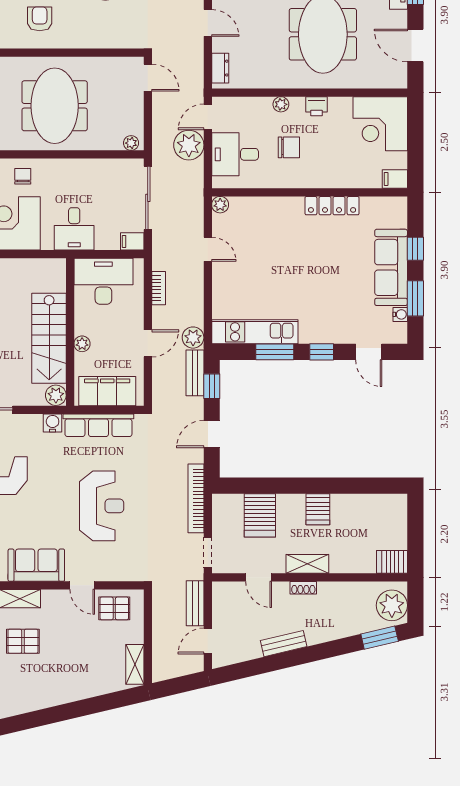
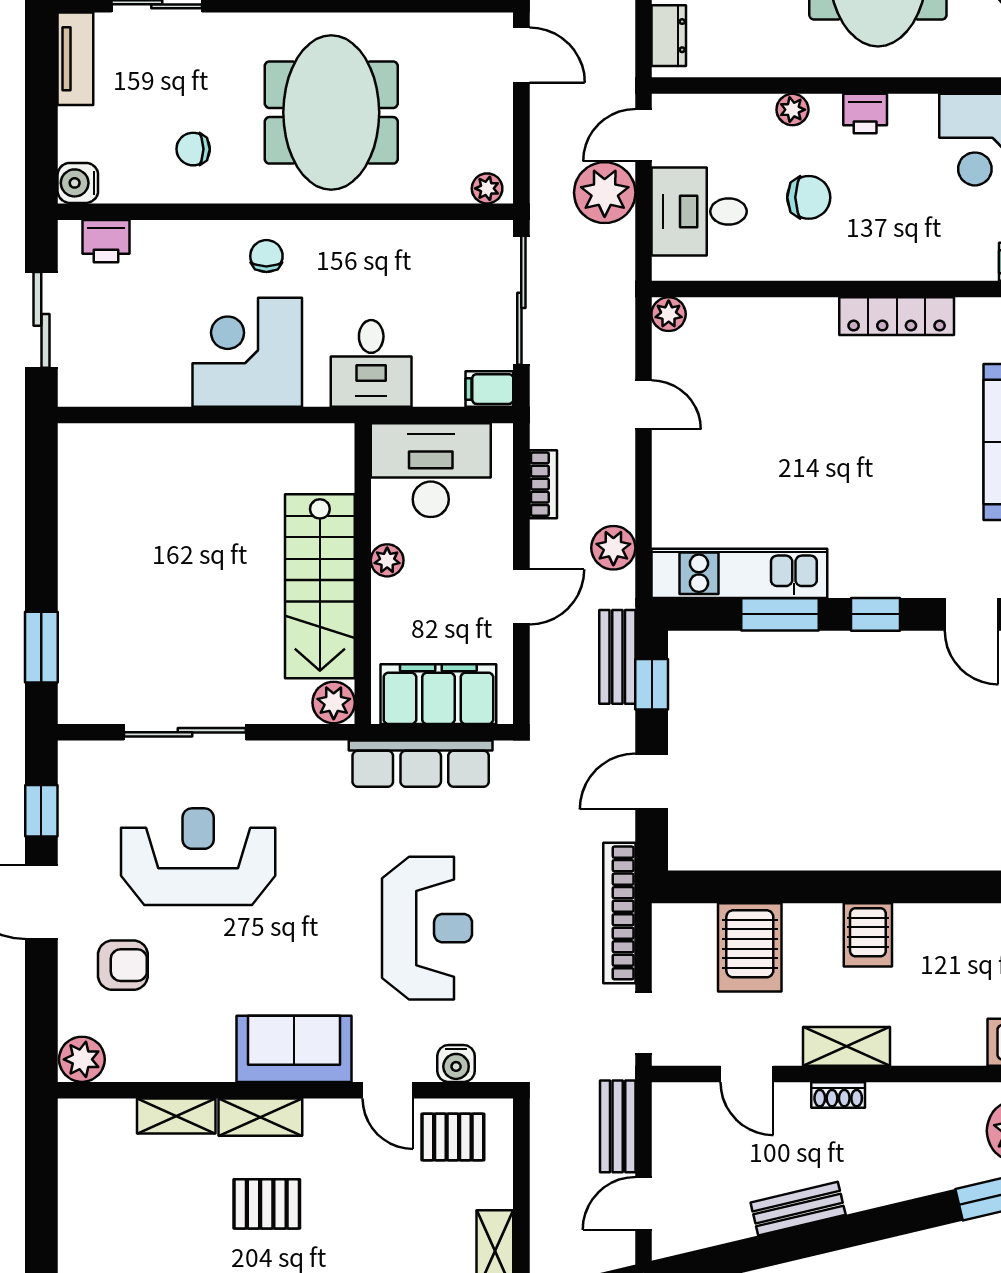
plant: (193, 338) -> (613, 548), moved
plant: (82, 344) -> (387, 560), moved
water cooler: (53, 423) -> (456, 1063), moved, turned 180

